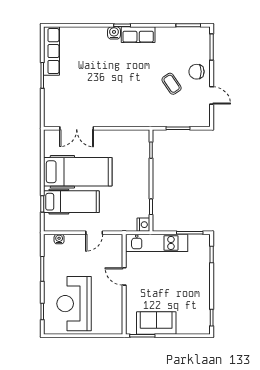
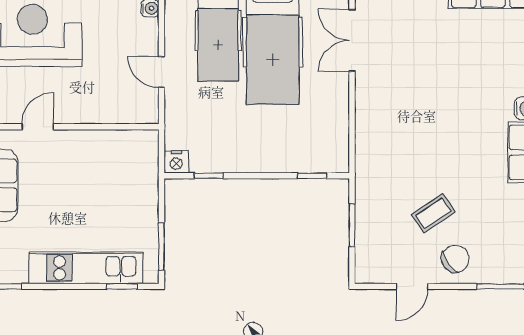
chair: (197, 72) -> (455, 259), turned 53
kitchen unit: (157, 243) -> (86, 268), moved, turned 90
door: (124, 276) -> (38, 127), moved

